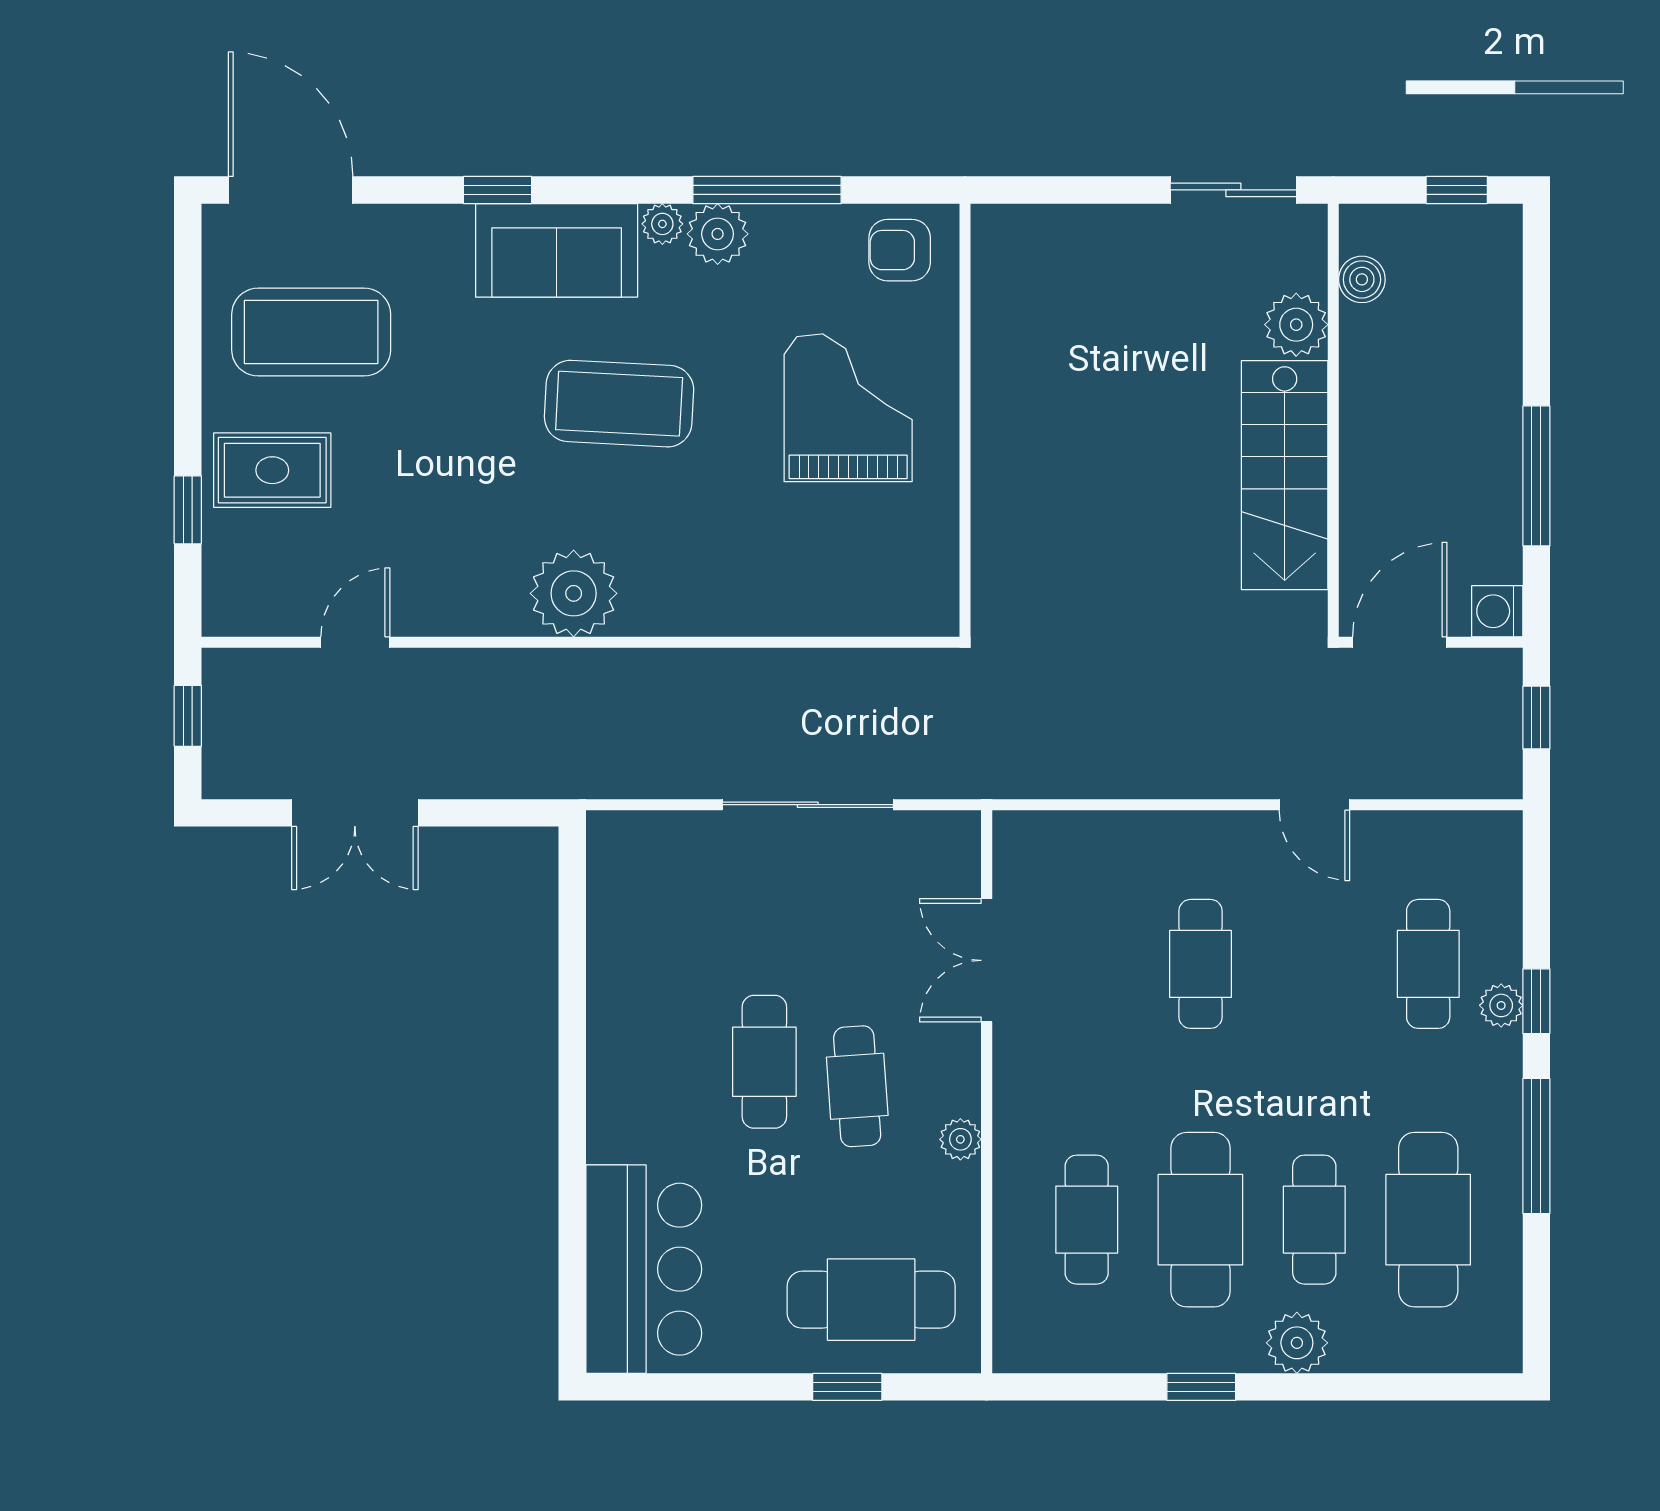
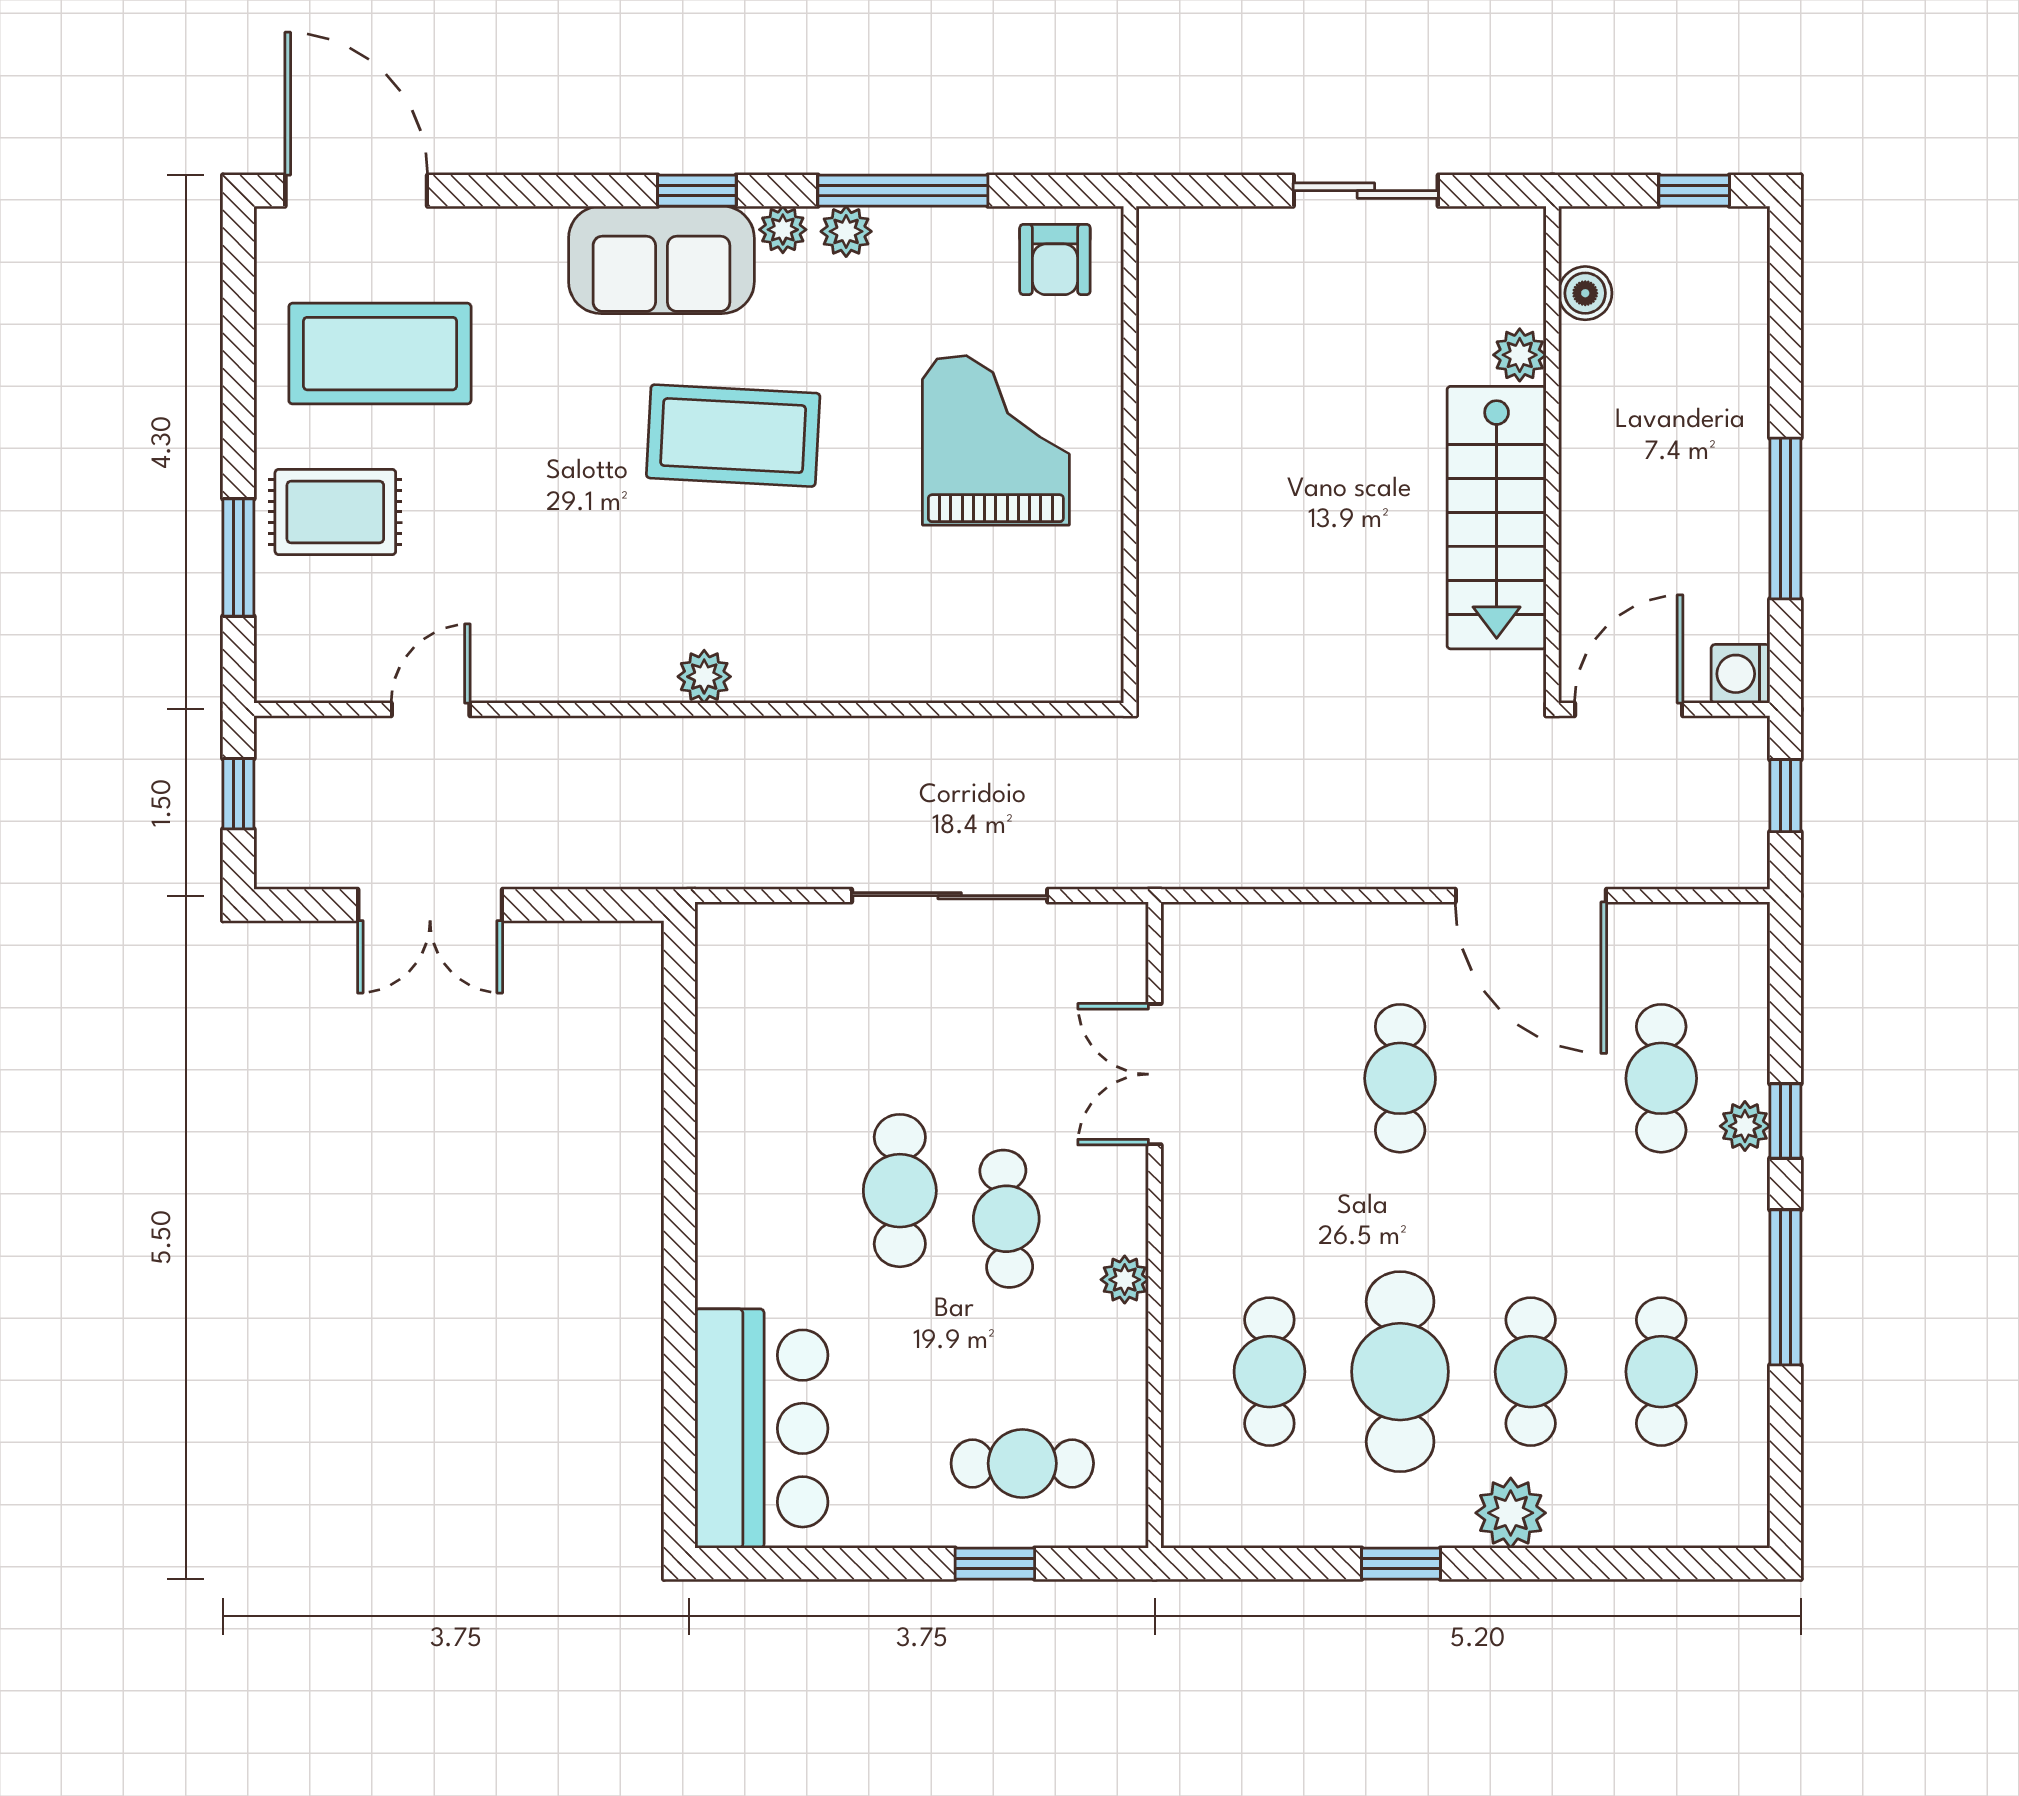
window: (497, 190) -> (697, 191), moved
sliding door: (1233, 190) -> (1366, 191), moved
plant: (718, 234) -> (846, 231), width x0.73, depth x0.73
armchair: (900, 250) -> (1055, 259), turned -90
plant: (1296, 325) -> (1520, 355), width x0.73, depth x0.73
window: (188, 510) -> (238, 558), width x1.50
plant: (574, 593) -> (704, 677), width x0.53, depth x0.53
door: (1314, 805) -> (1531, 896), width x1.88
cafe table: (1428, 1220) -> (1661, 1372), width x0.73, depth x0.74
cafe table: (871, 1300) -> (1022, 1463), width x0.73, depth x0.74

